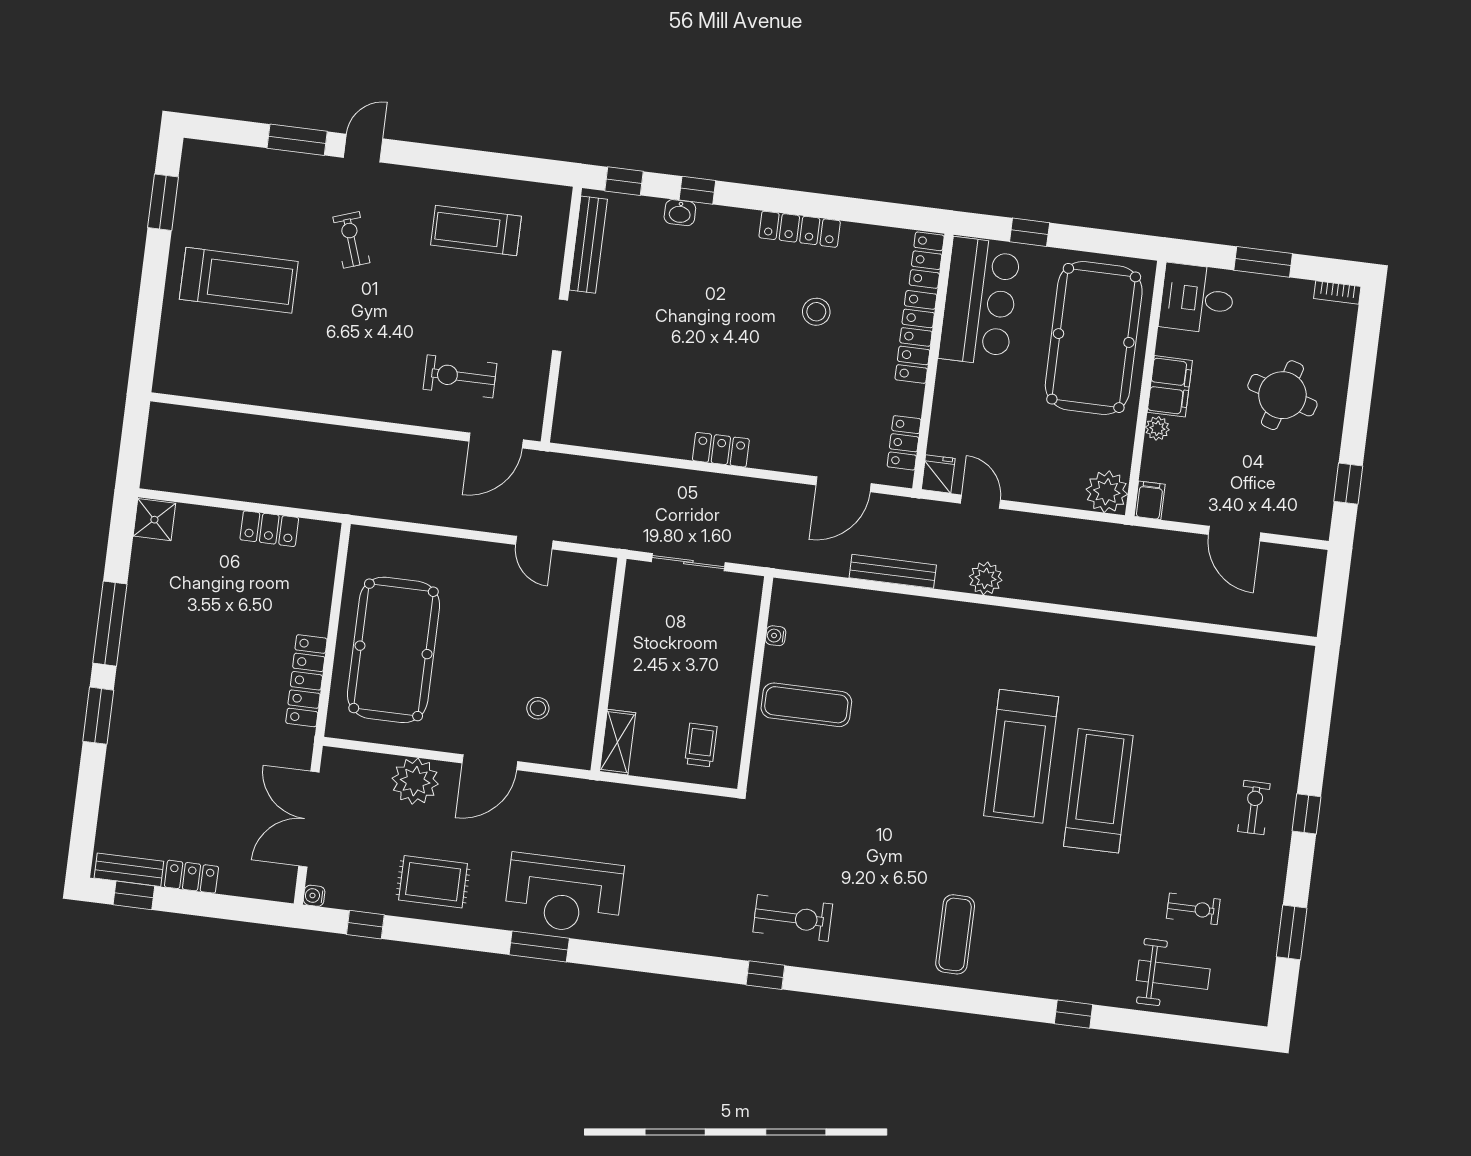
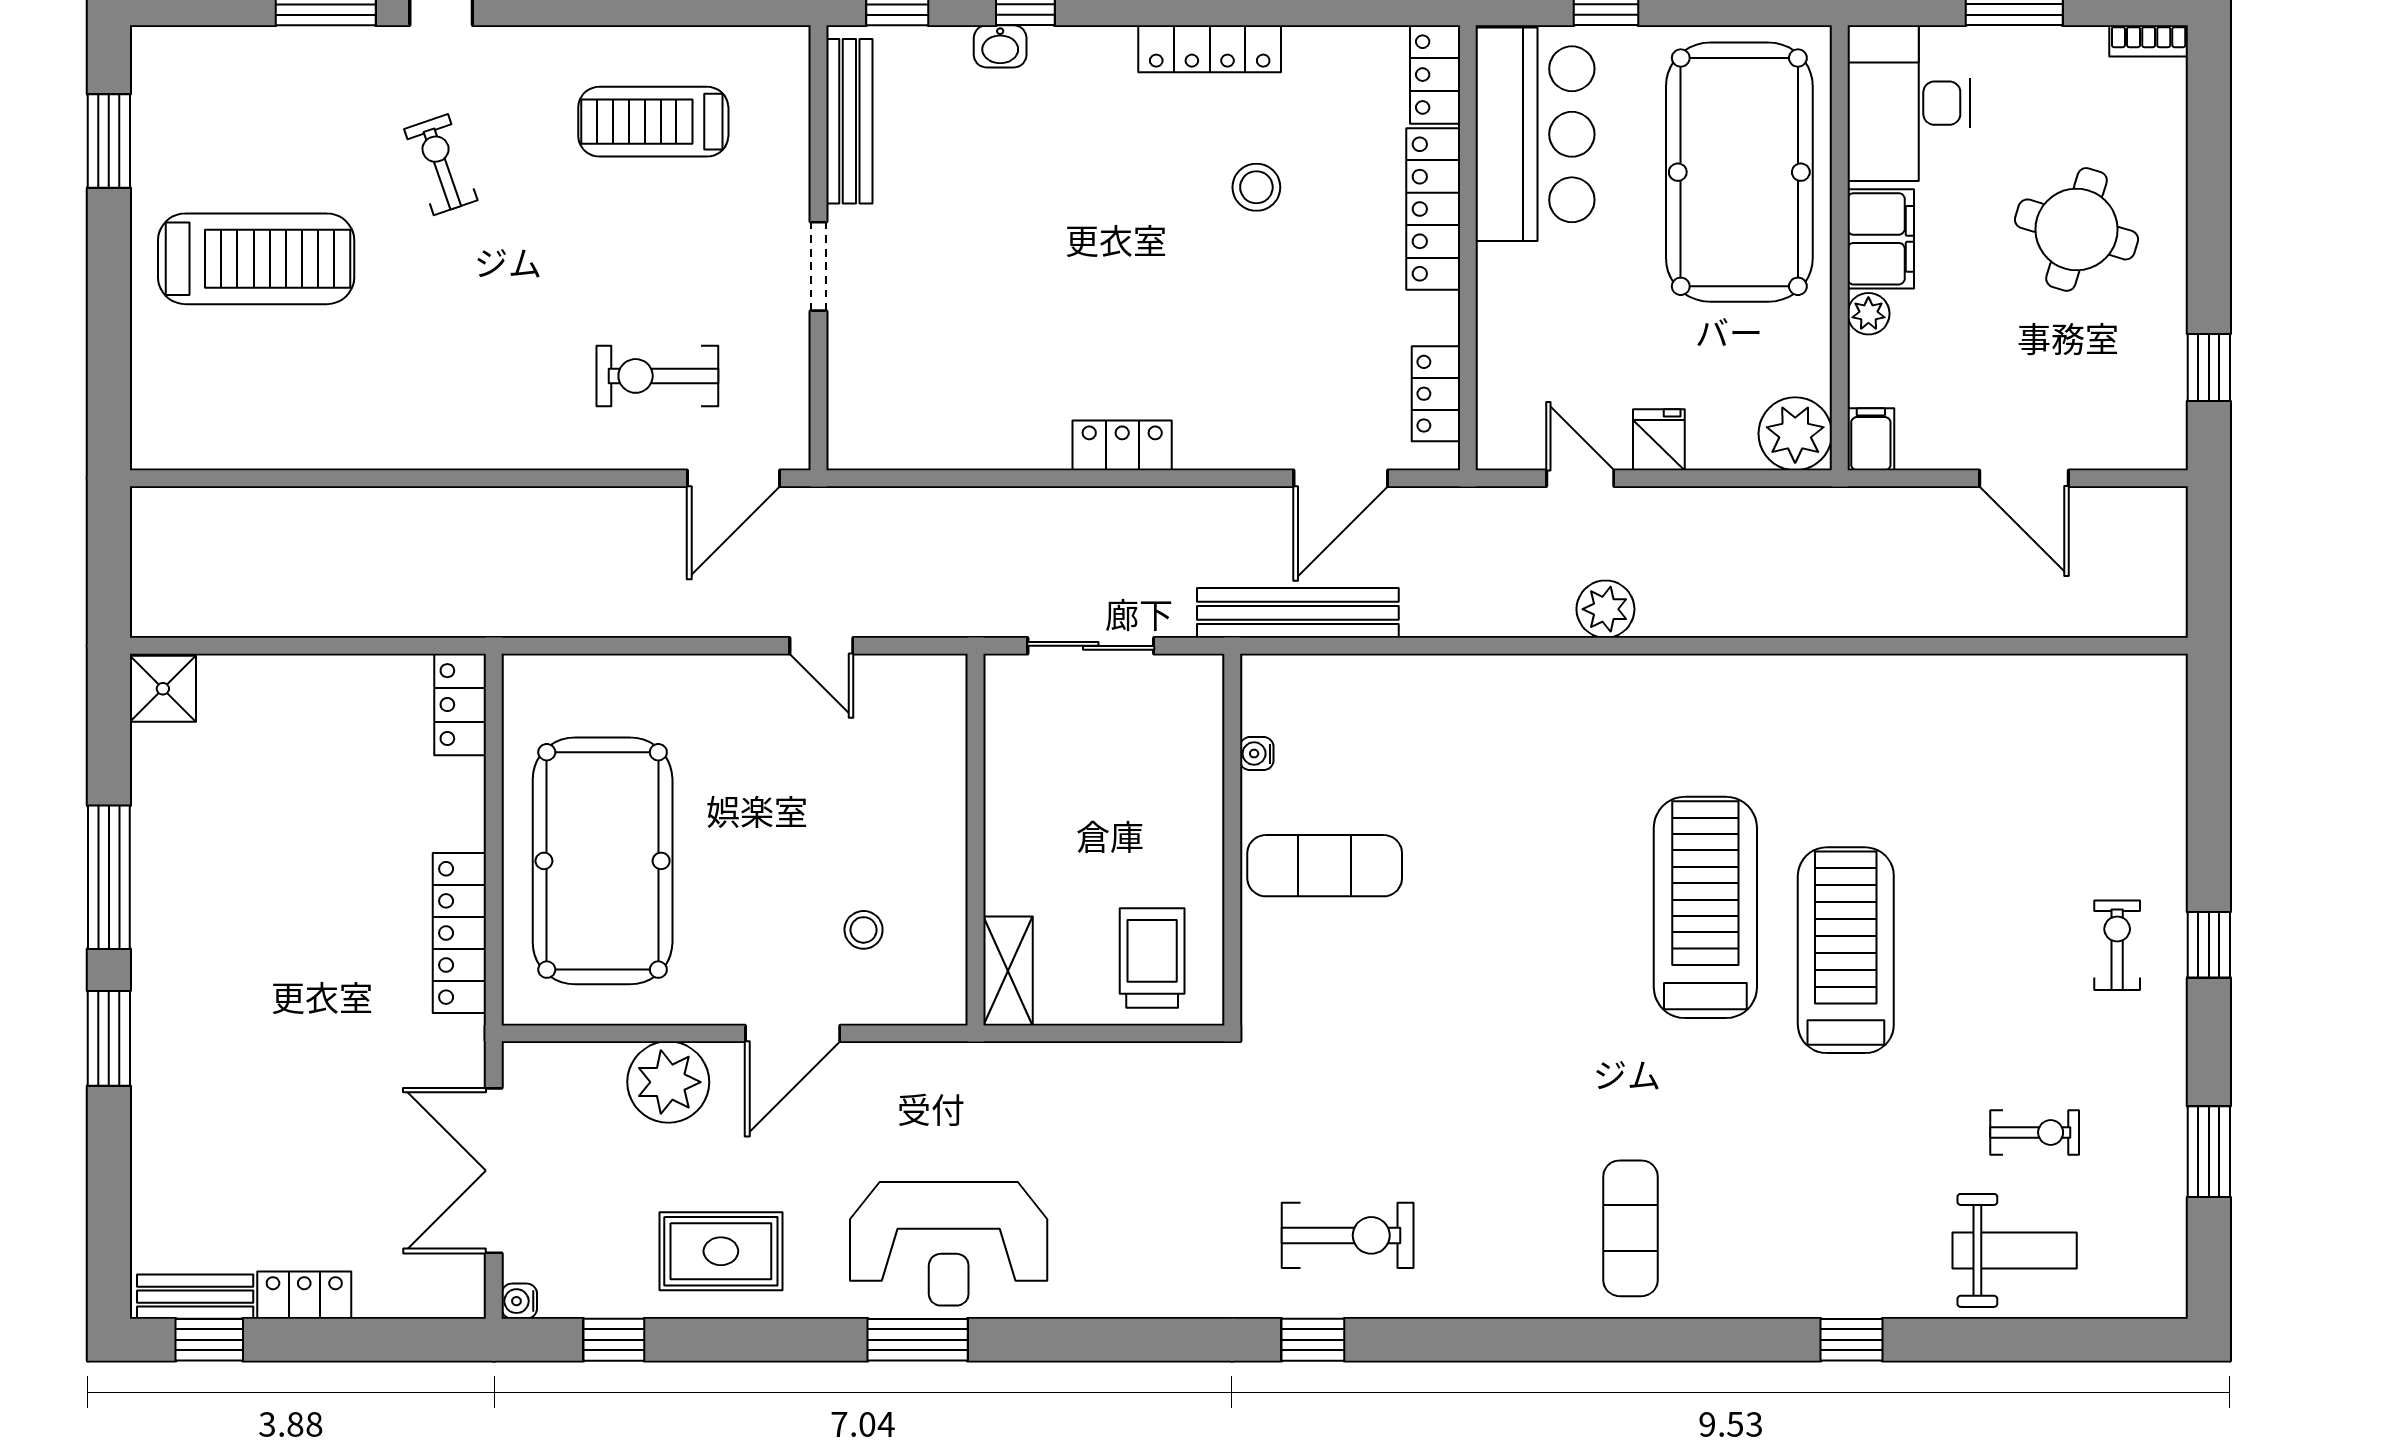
desk: (1197, 299) -> (1909, 103), width x1.37
fridge: (938, 474) -> (1659, 440), moved
locker: (269, 529) -> (460, 705), moved, turned 90
bench: (893, 571) -> (1298, 613), moved, width x1.37, depth x1.21
trolley: (701, 745) -> (1152, 958), width x1.36, depth x1.39
treadmill: (1021, 756) -> (1705, 907), turned 180

